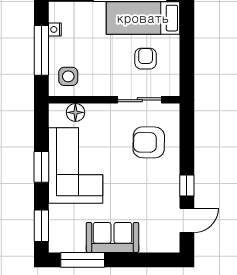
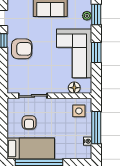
armchair: (149, 142) -> (22, 49), moved
plant: (56, 224) -> (87, 16), added

